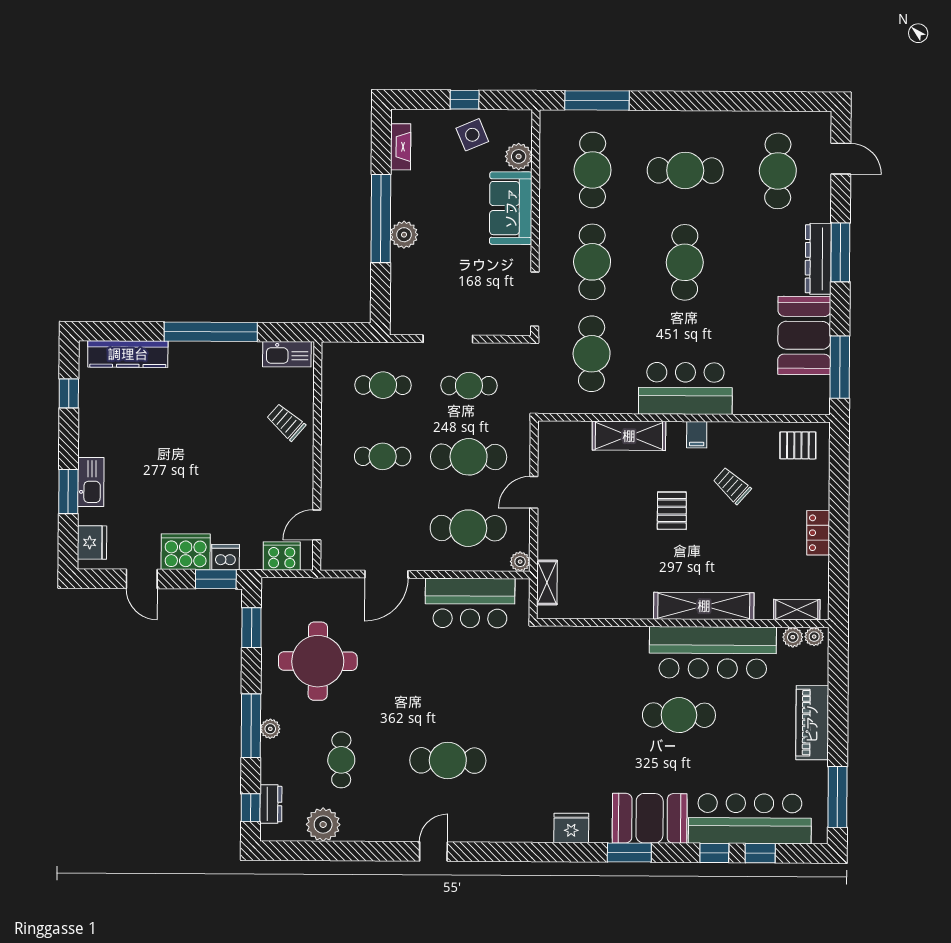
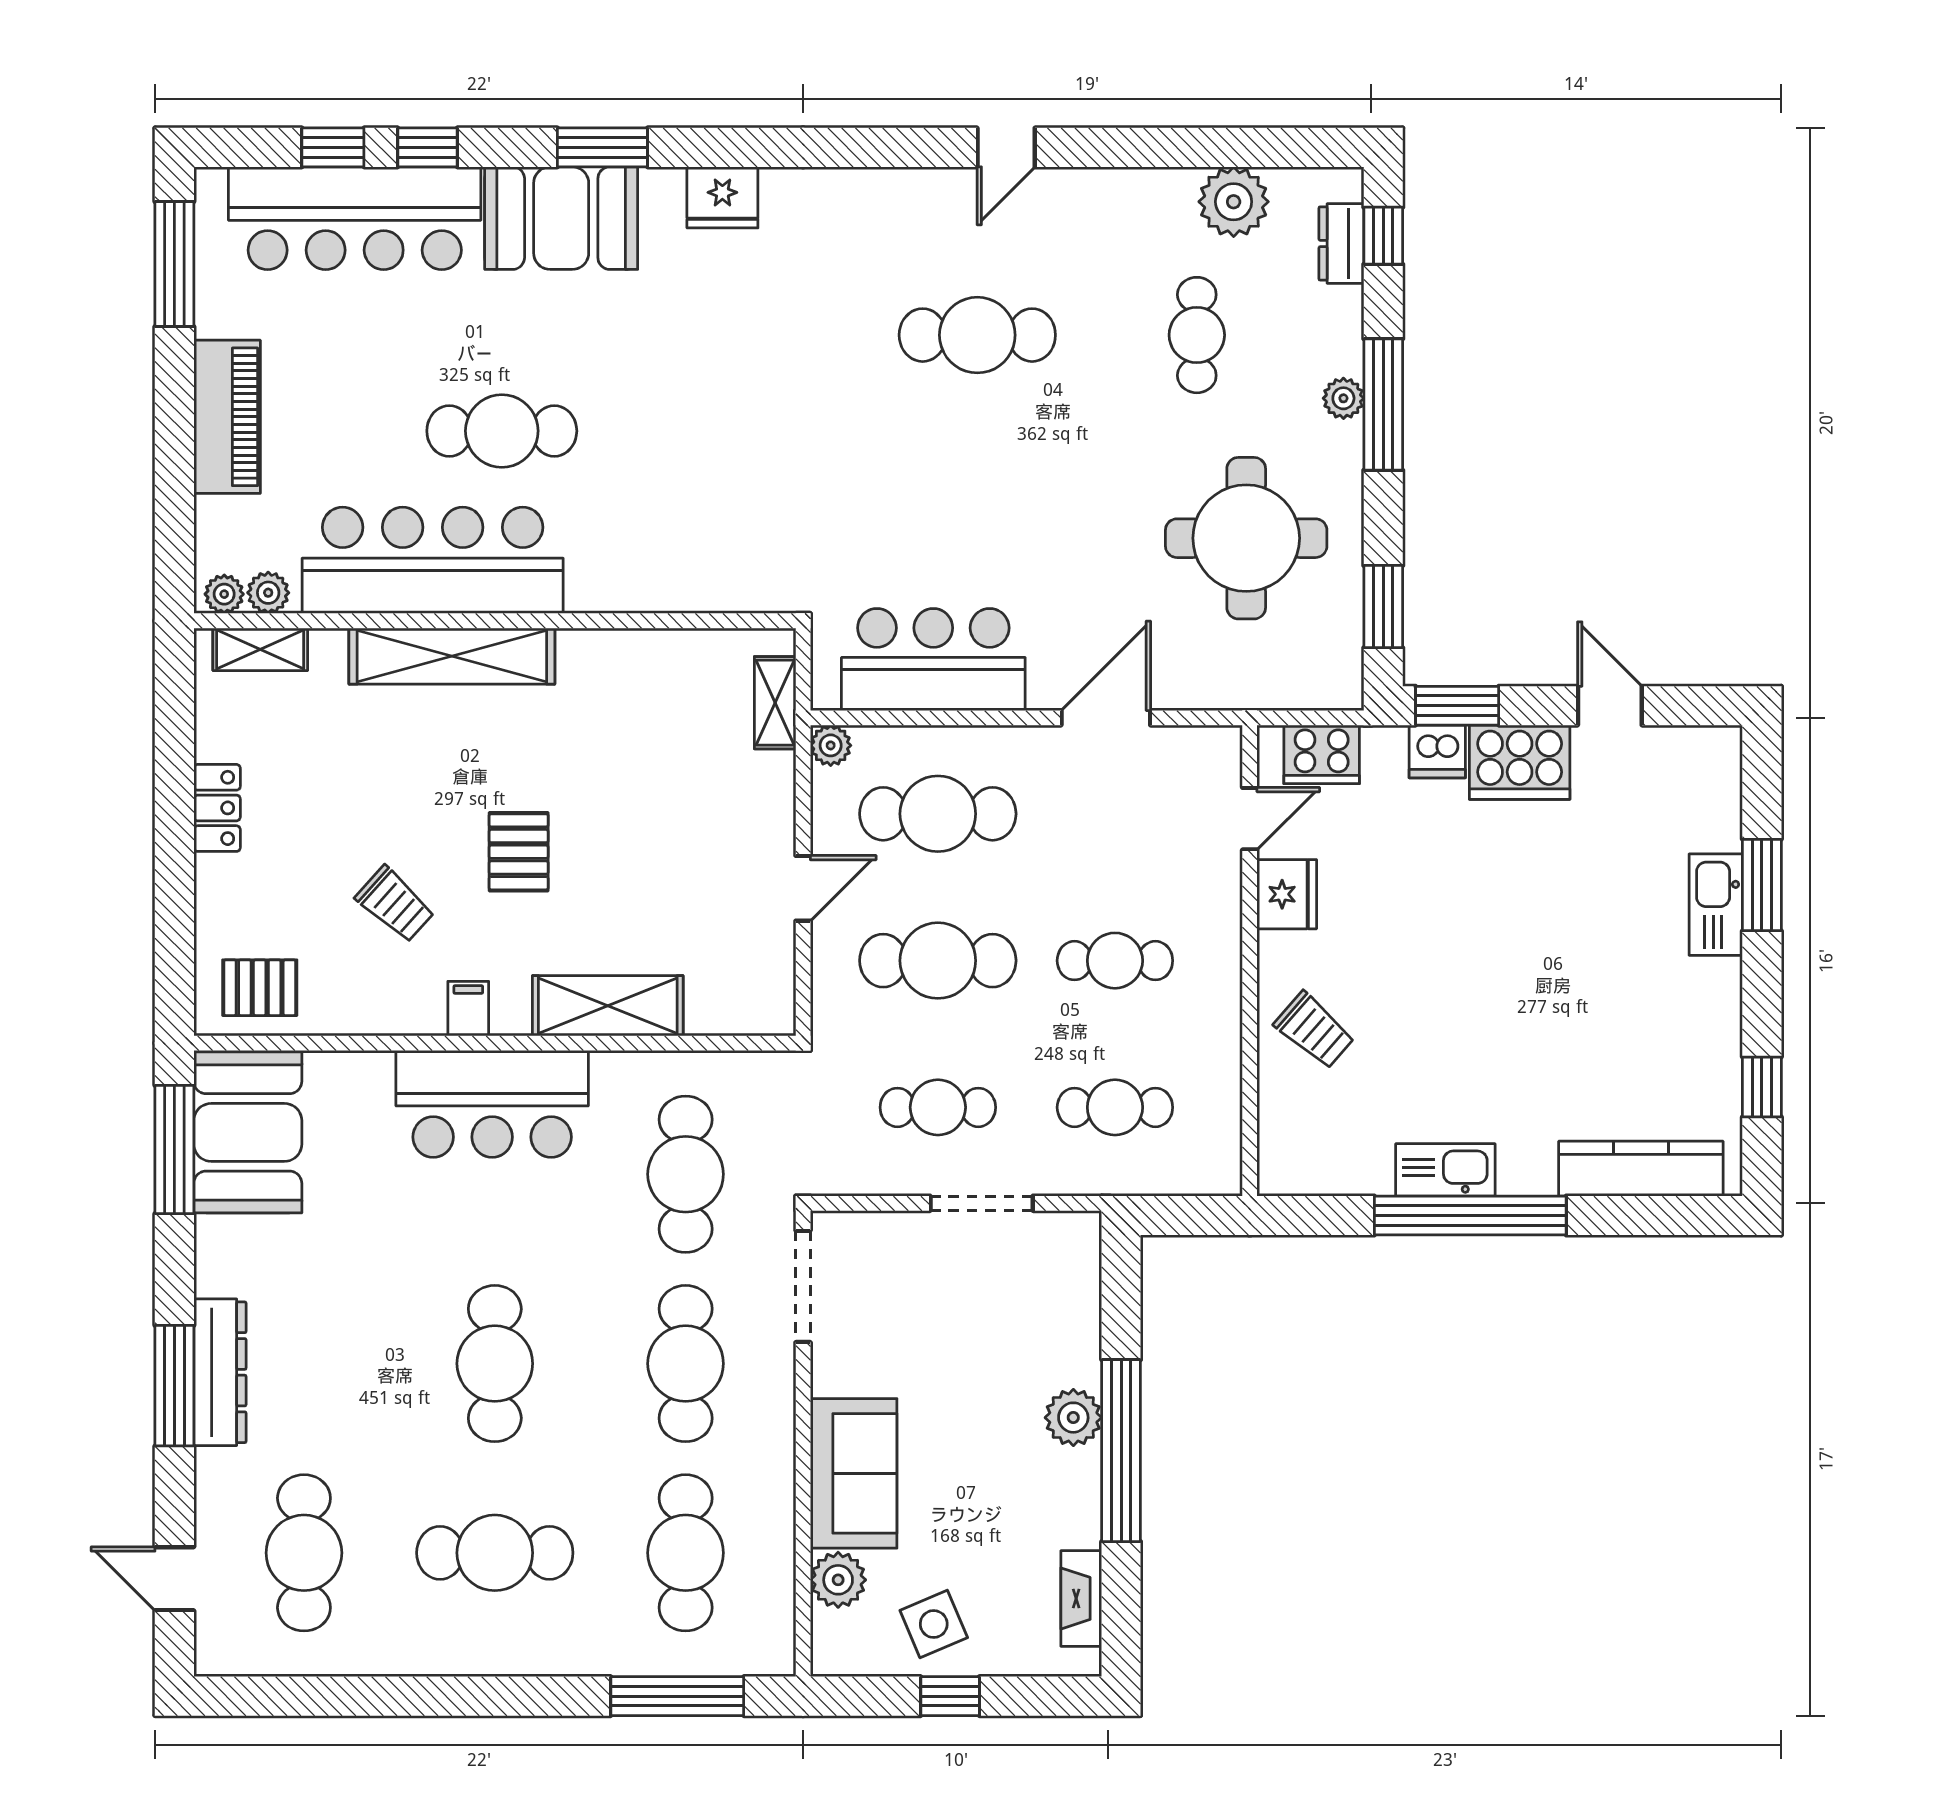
booth: (804, 335) -> (248, 1132), moved
kitchen sink: (287, 354) -> (1445, 1170), moved
fridge: (92, 542) -> (1287, 894), moved, turned 180

